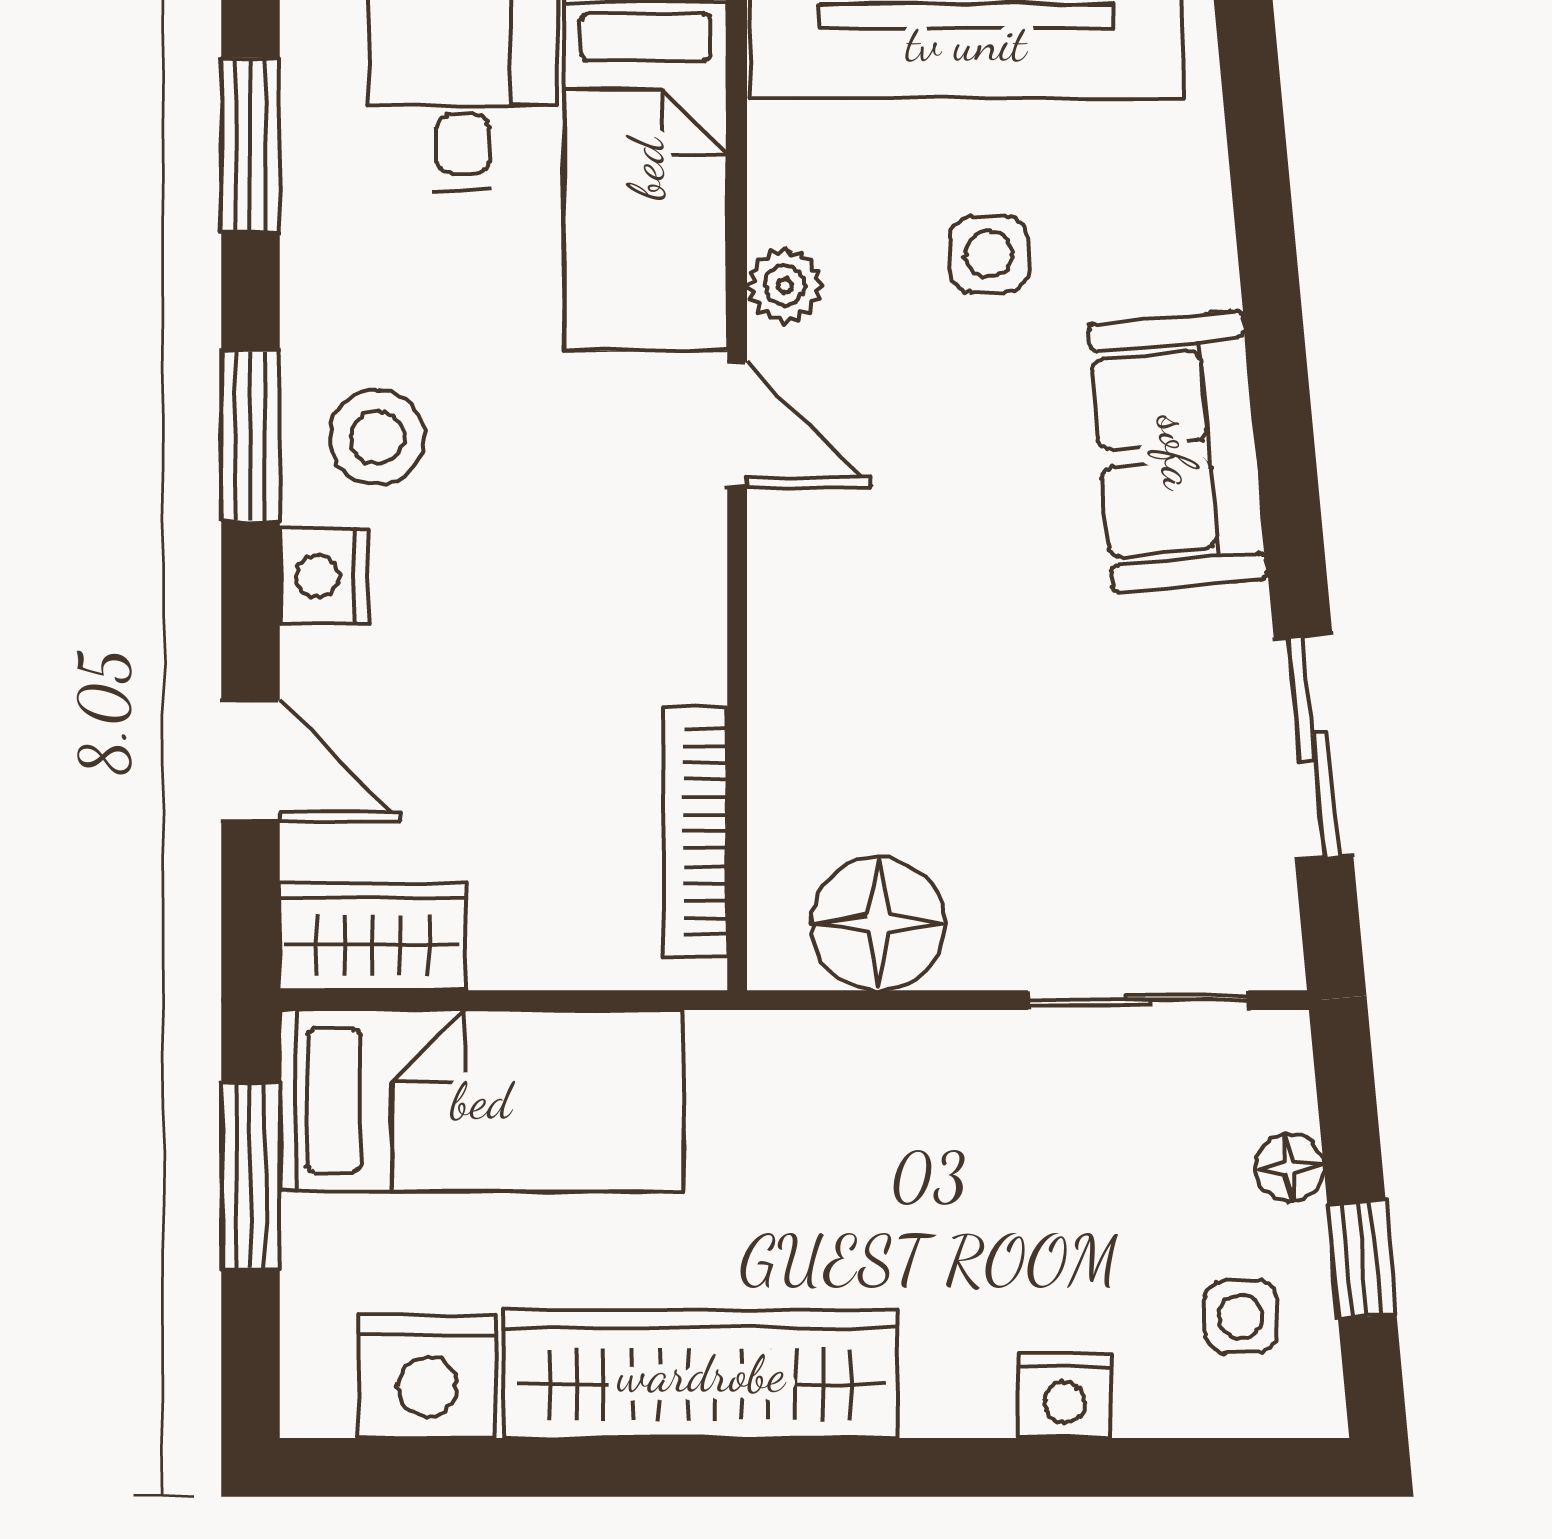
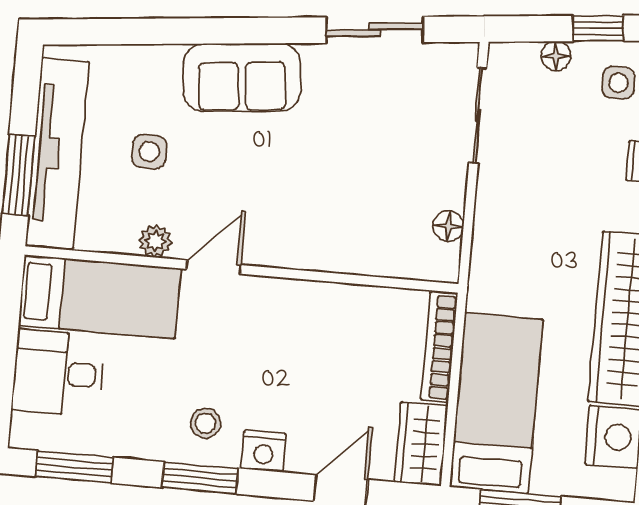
stool: (377, 438) -> (206, 423), width x0.73, depth x0.73
bookcase: (695, 831) -> (439, 347), moved, turned 90
floor lamp: (878, 924) -> (448, 226), width x0.53, depth x0.53

